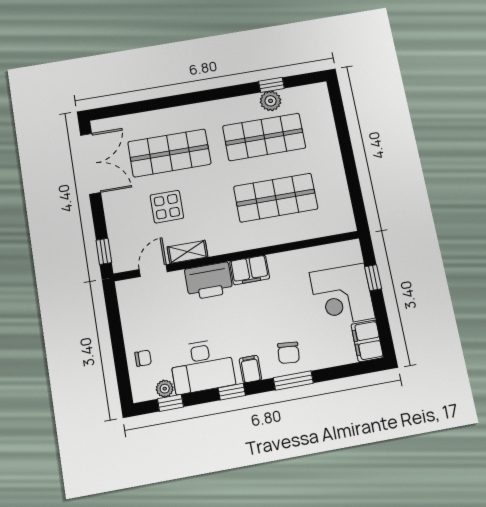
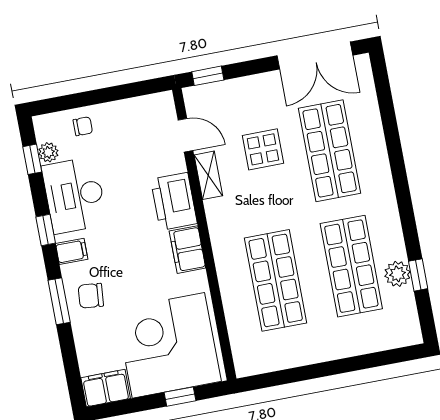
corner desk: (342, 295) -> (168, 345), width x1.36, depth x1.36
chair: (143, 358) -> (83, 126), turned -90

